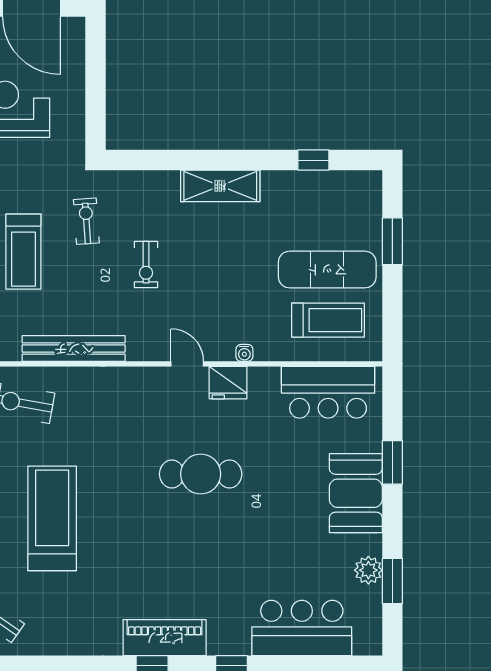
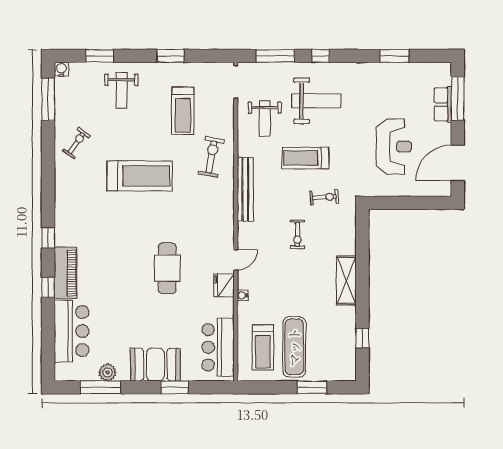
exercise bike: (146, 264) -> (297, 234), turned -90
window: (392, 581) -> (101, 387), width x1.44
piano: (165, 638) -> (66, 273), moved

